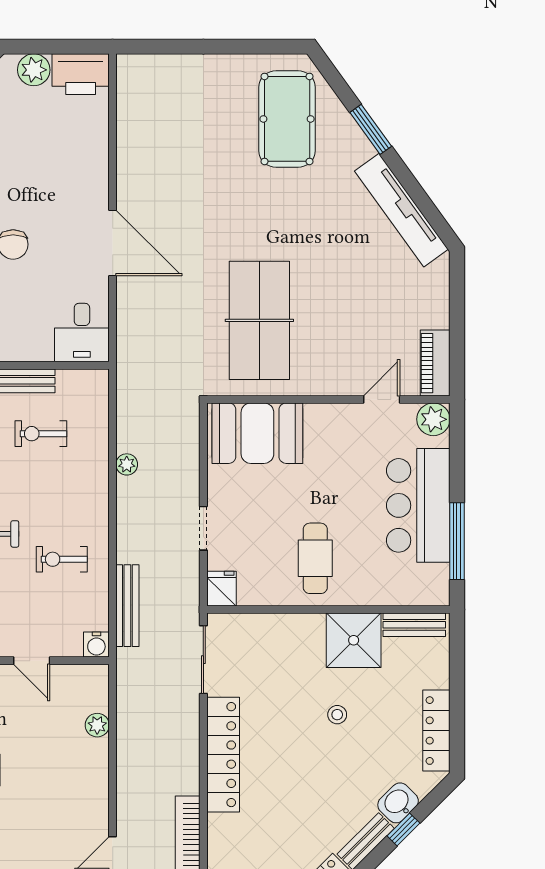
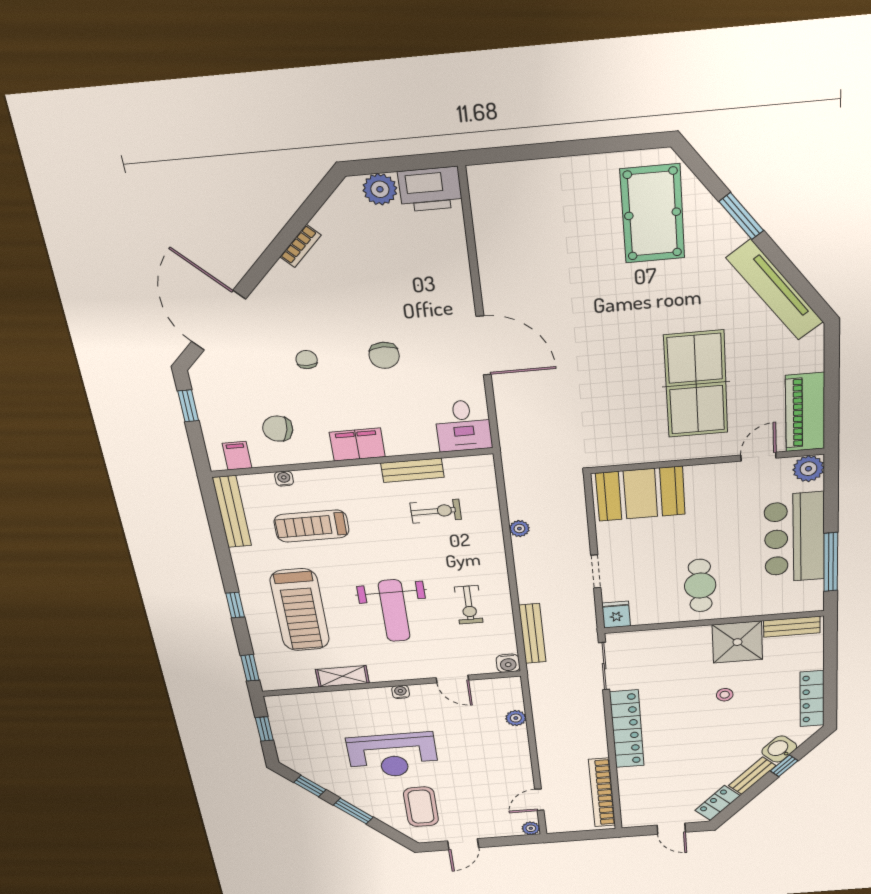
table tennis table: (259, 320) -> (696, 384), moved
piano: (435, 363) -> (805, 412), width x1.37, depth x1.33
exercise bike: (41, 434) -> (436, 511), turned 180
exercise bike: (62, 559) -> (469, 605), turned -90

